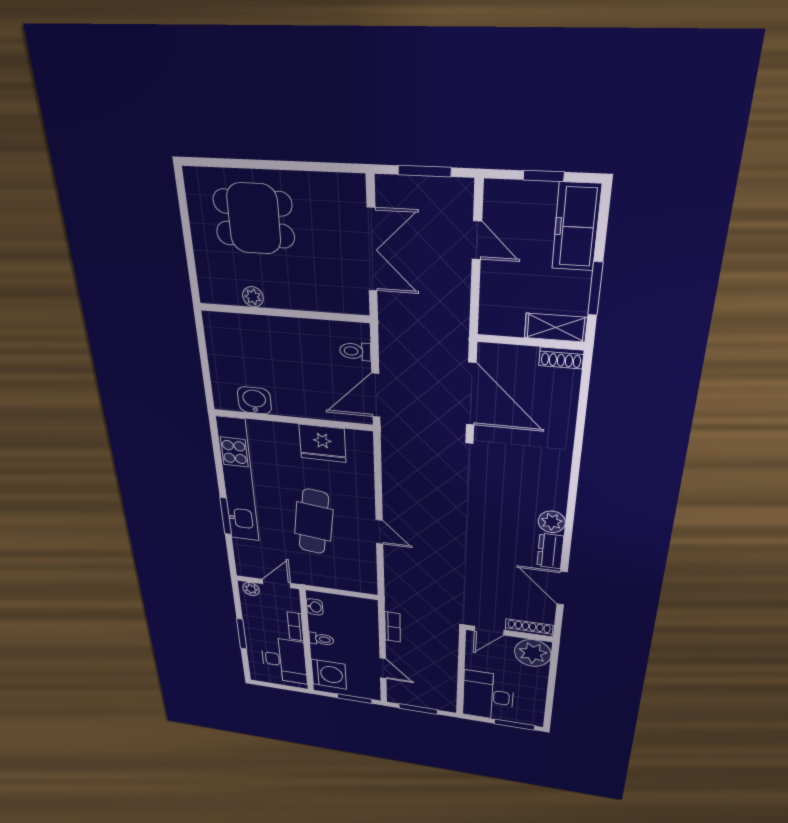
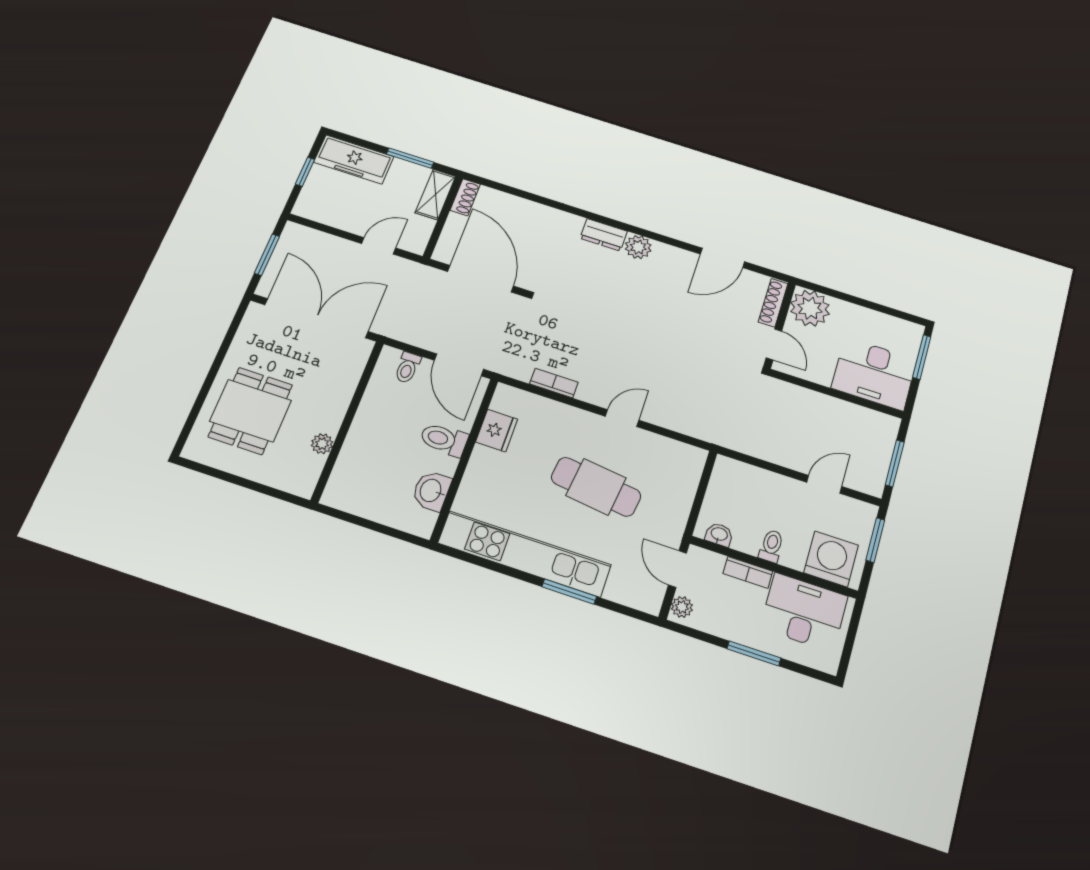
door: (477, 240) -> (379, 246), moved
double door: (372, 250) -> (316, 318), width x1.36
door: (471, 394) -> (480, 279), hinge flipped
toilet: (302, 399) -> (444, 439), added
fridge: (322, 443) -> (497, 431), width x0.73, depth x0.75
dresser: (550, 551) -> (604, 235), moved
bookcase: (393, 627) -> (554, 383), moved

